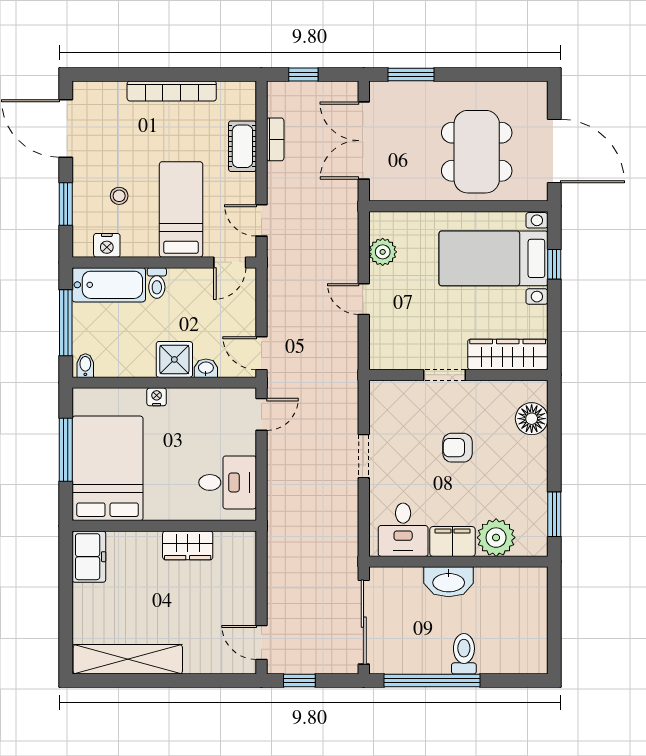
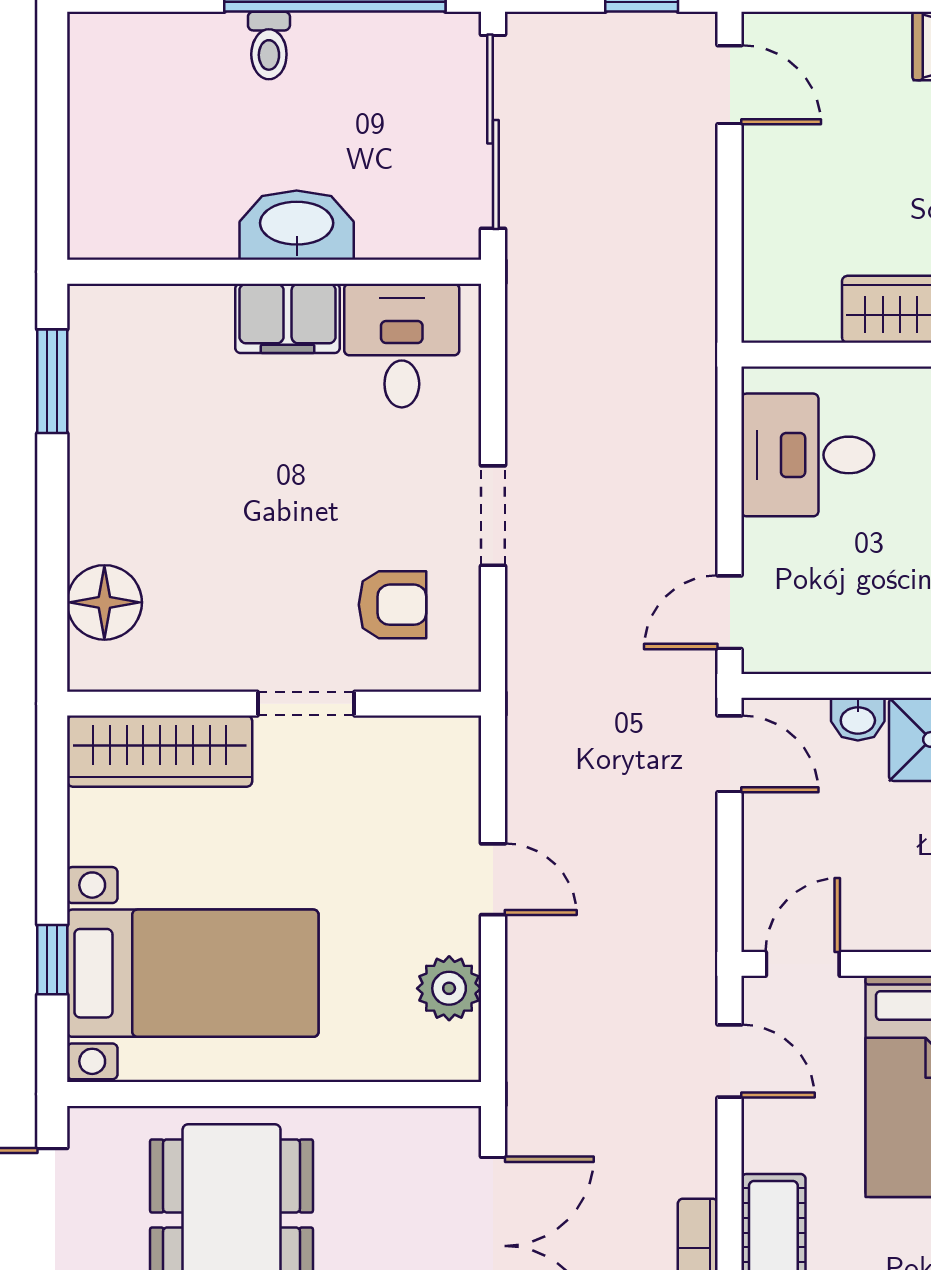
armchair: (457, 448) -> (392, 605), moved
plant: (496, 538) -> (187, 328), removed
toilet: (464, 654) -> (269, 45), width x0.73, depth x0.72

